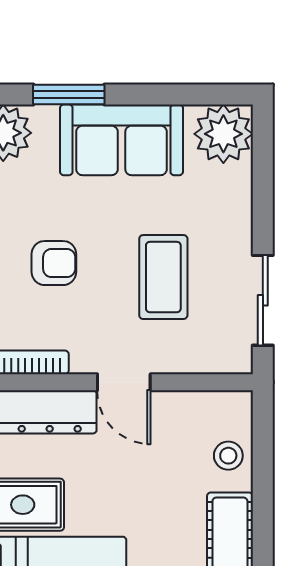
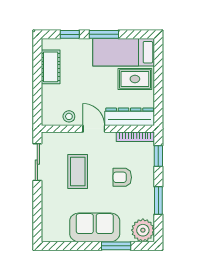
plant: (223, 134) -> (53, 230), removed
stool: (228, 456) -> (69, 116), moved

